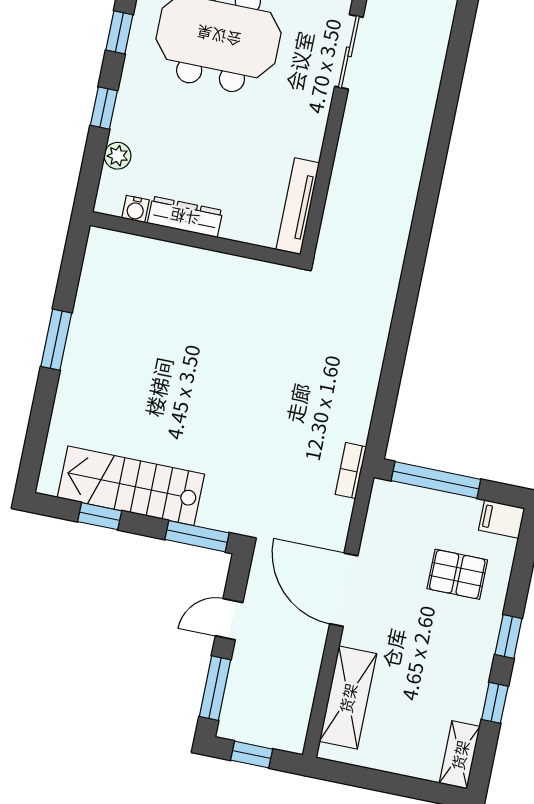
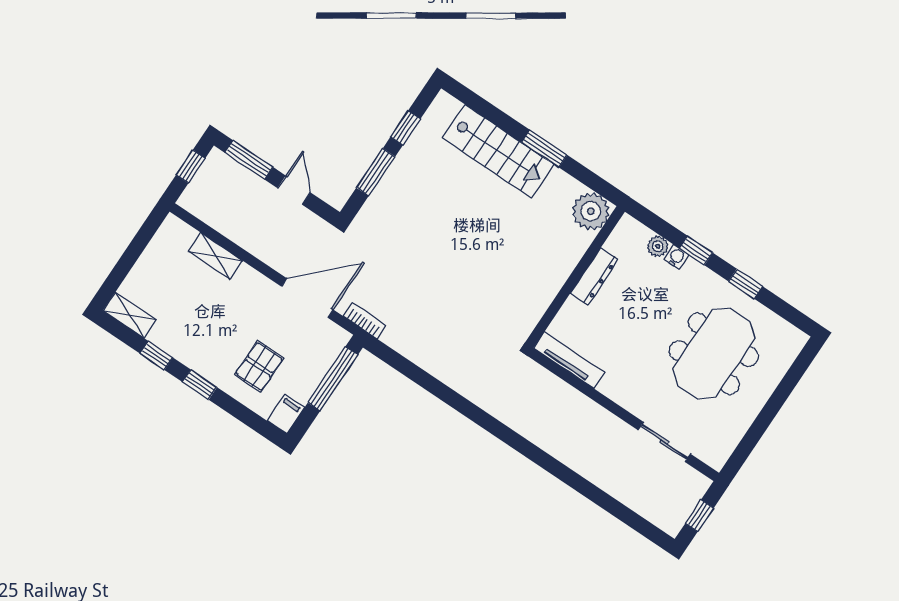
water cooler: (136, 209) -> (676, 257), moved, turned 90
plant: (109, 253) -> (591, 211), added
stairs: (131, 486) -> (498, 151), moved, turned 90
window: (197, 536) -> (376, 172), moved
door: (344, 590) -> (307, 298), moved
shelving: (348, 698) -> (216, 256), width x0.67, depth x0.75

